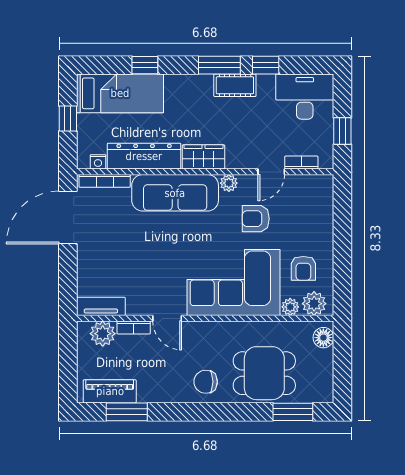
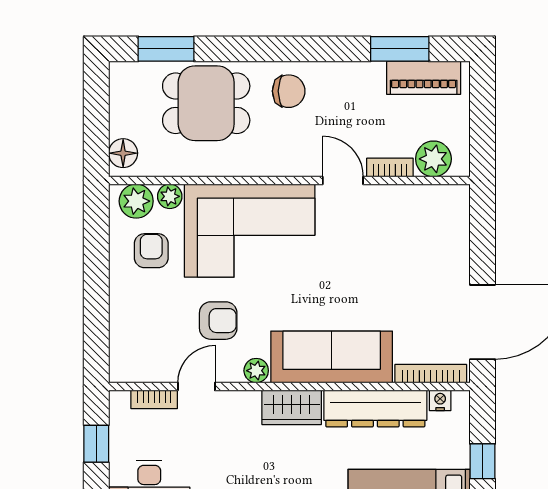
tv unit: (101, 306) -> (436, 197), removed

